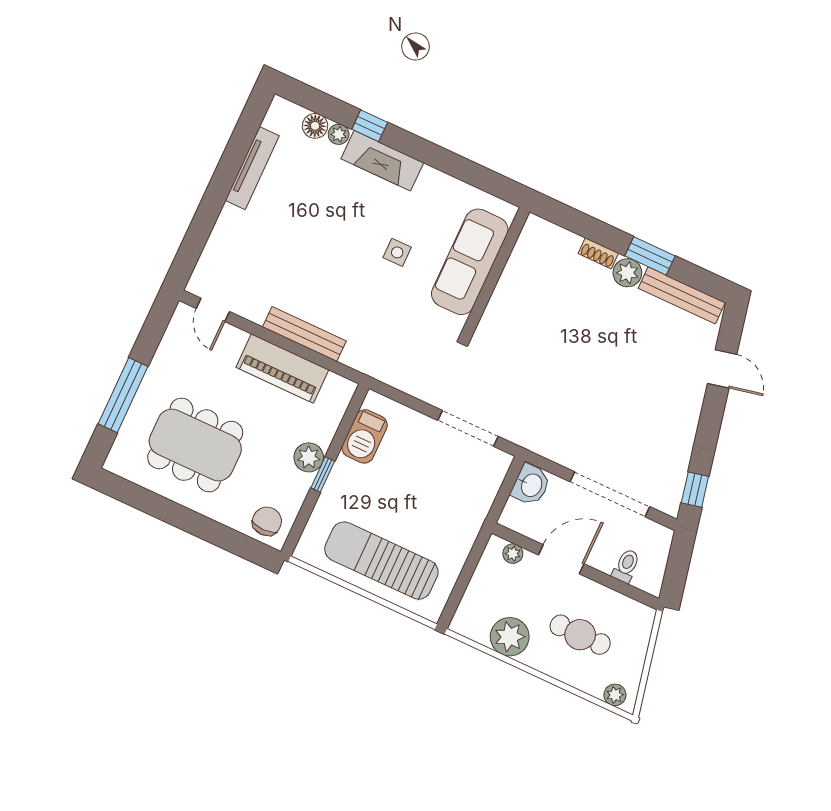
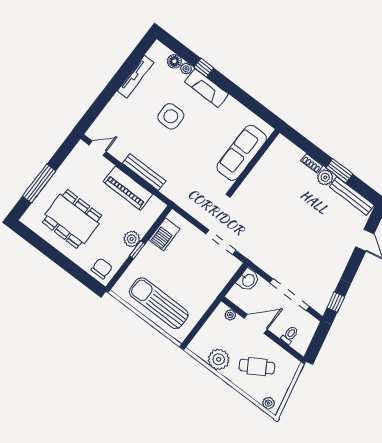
side table: (397, 252) -> (171, 116), moved, width x1.87, depth x1.87
door: (213, 310) -> (98, 148), swing flipped
cafe table: (580, 635) -> (257, 367), turned -31

